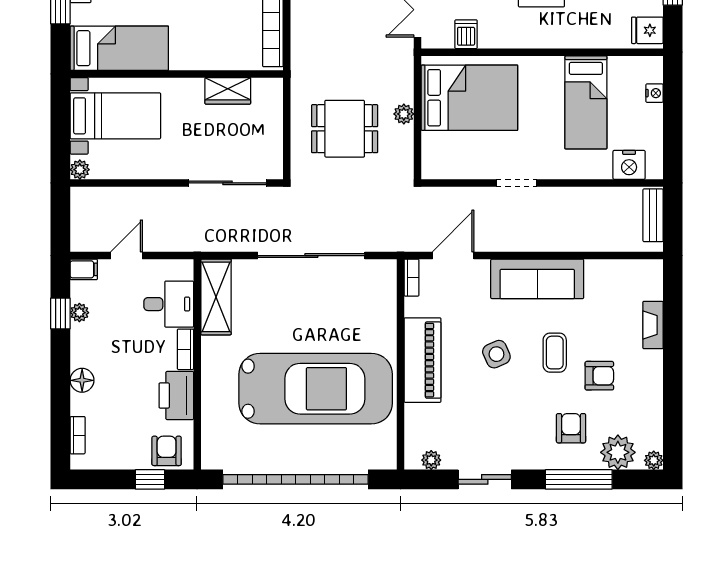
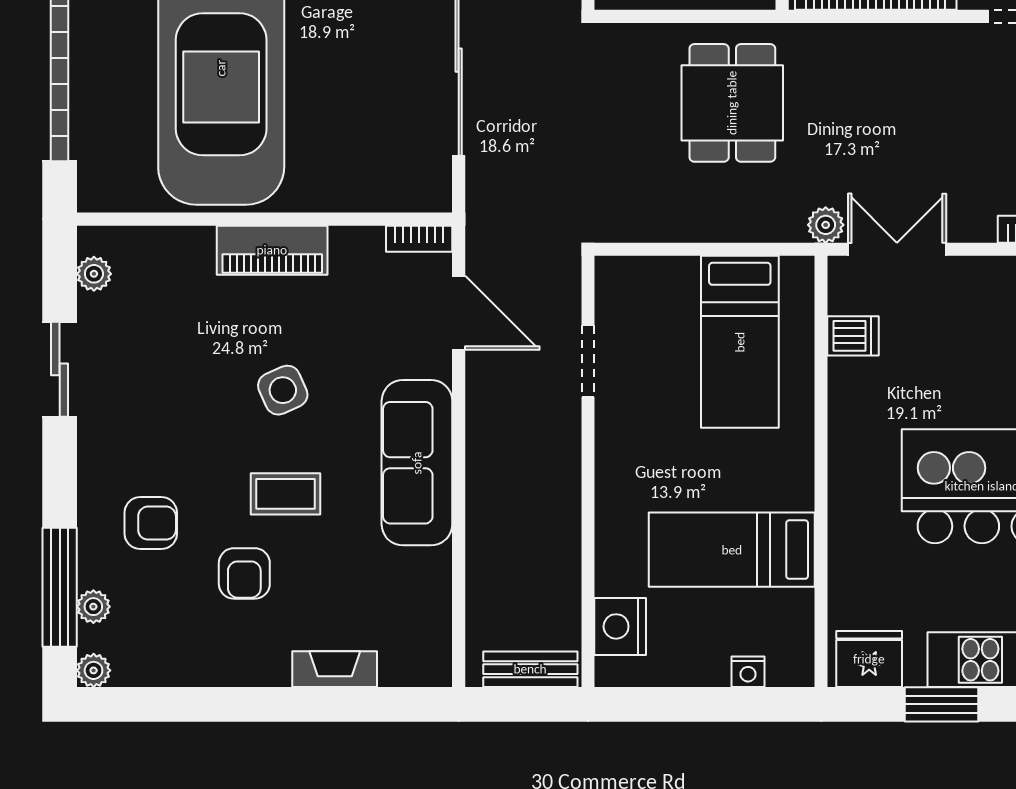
fridge: (647, 30) -> (869, 659), width x1.38
bed: (469, 98) -> (740, 342), width x0.67
plant: (404, 114) -> (826, 225), moved
dining table: (345, 129) -> (732, 103), moved
doorway: (516, 183) -> (588, 361), moved
piano: (423, 360) -> (272, 250), width x0.73, depth x0.75
plant: (618, 452) -> (93, 607), width x0.53, depth x0.53
window: (579, 479) -> (60, 587), moved

